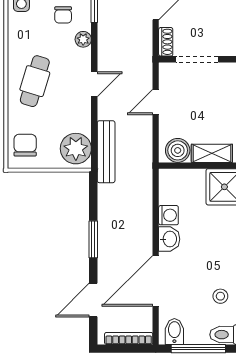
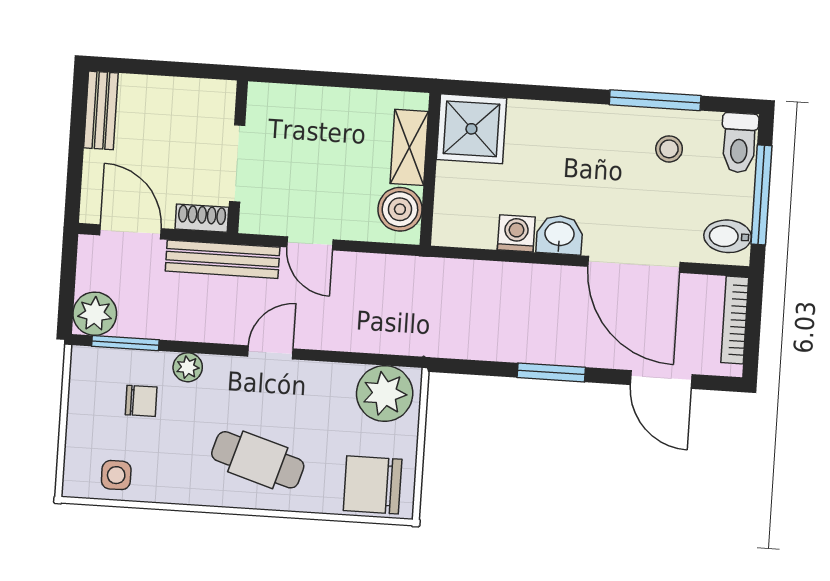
door: (94, 84) -> (270, 352), hinge flipped
chair: (25, 145) -> (373, 485), width x1.37, depth x1.37
bench: (106, 152) -> (223, 259), moved

